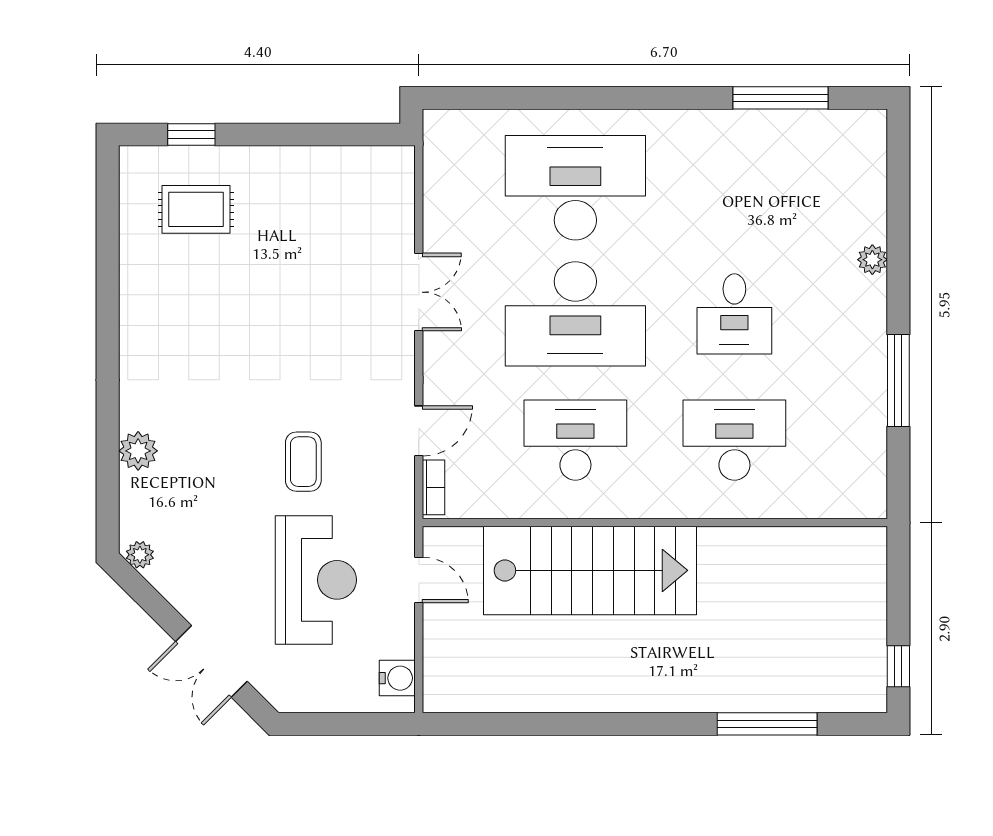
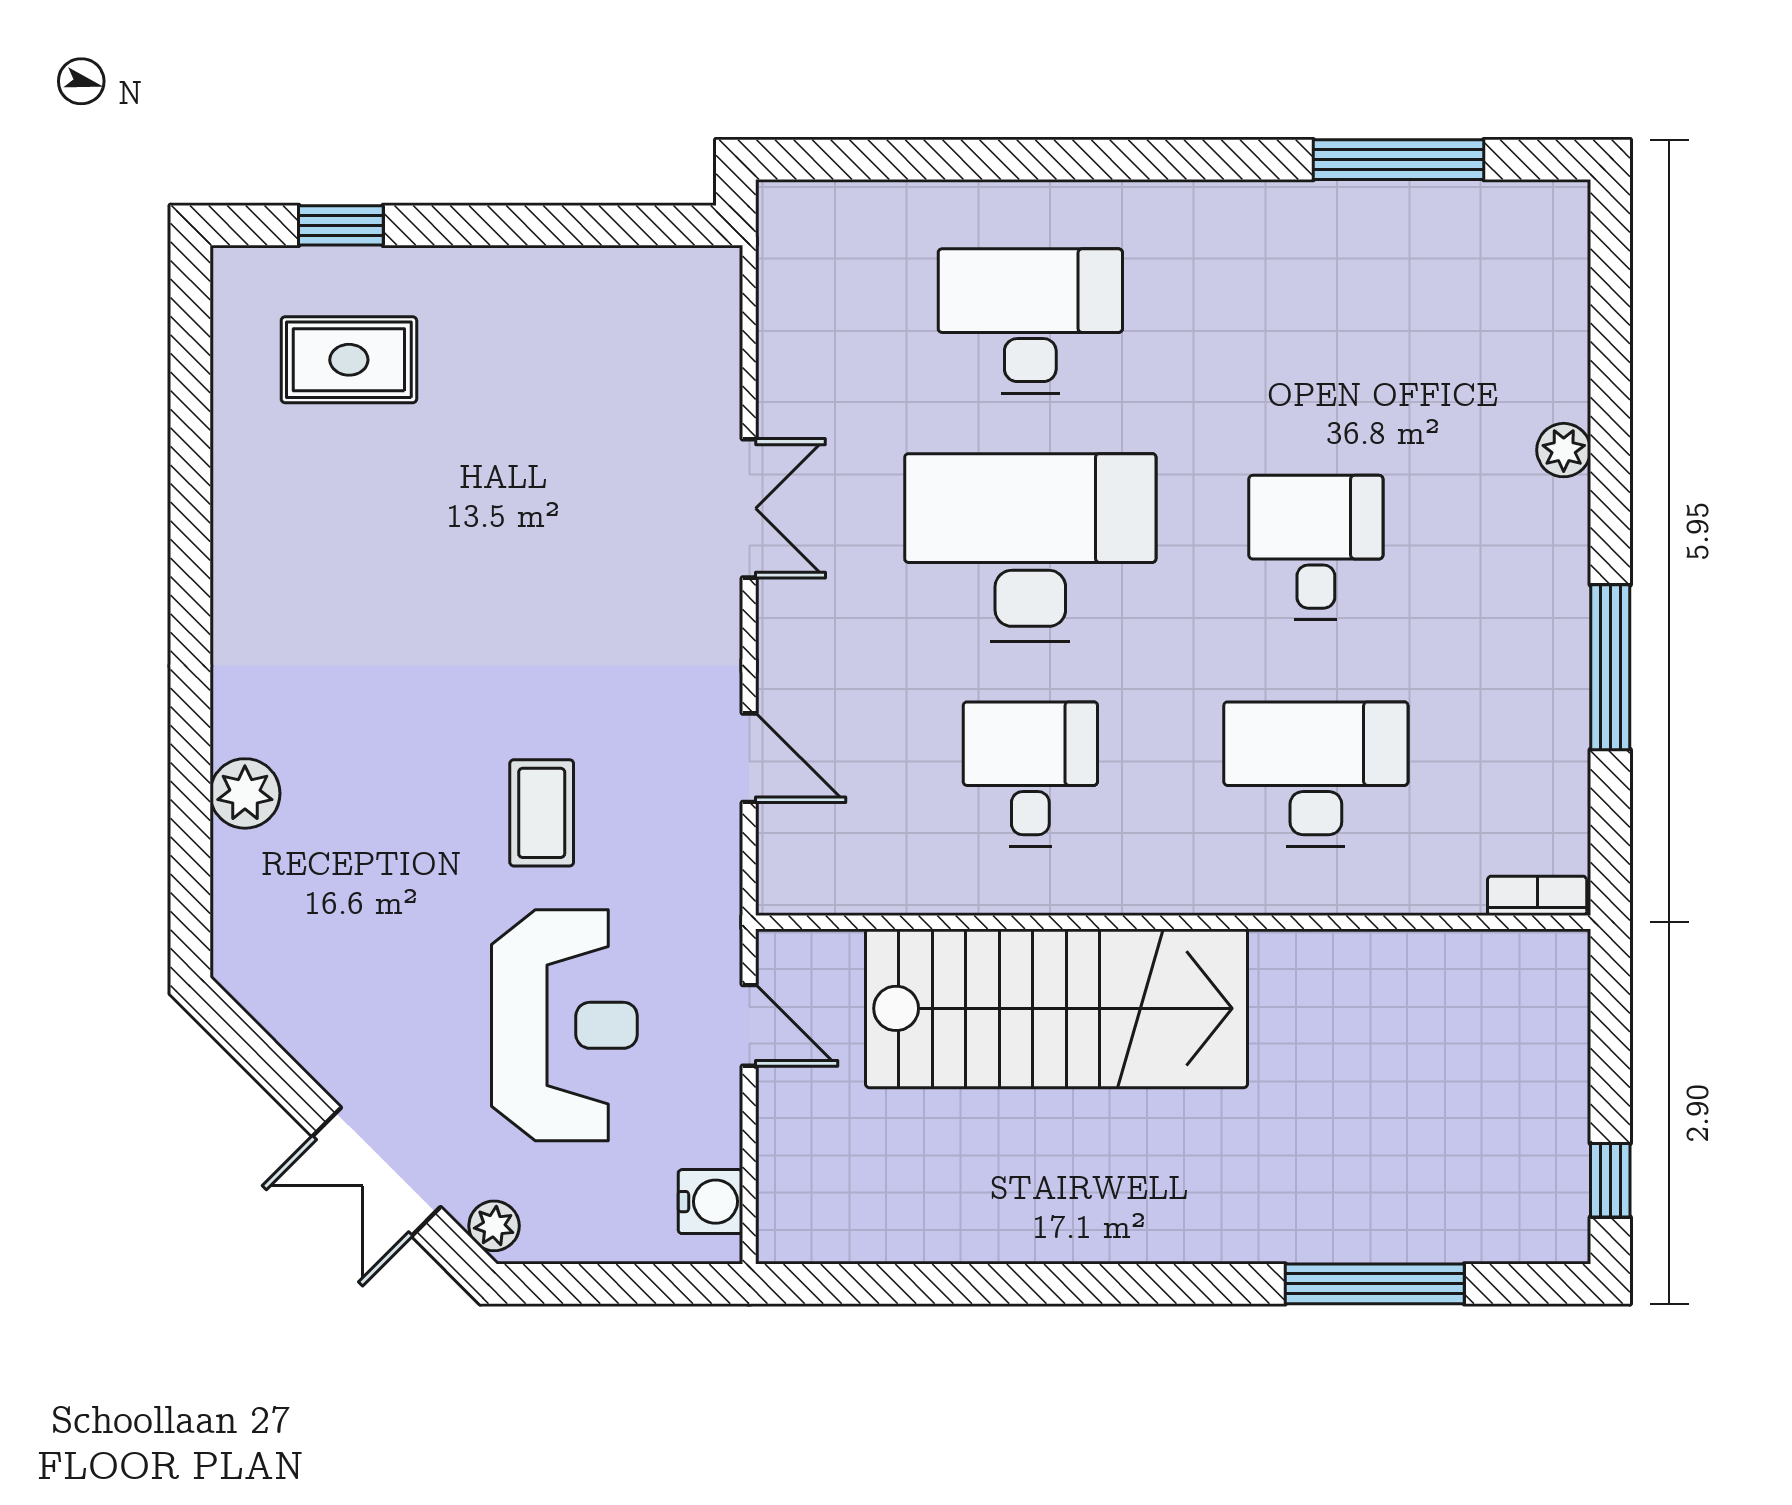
desk: (575, 188) -> (1030, 321), width x0.73, depth x0.77
desk: (575, 314) -> (1030, 548), turned 180
desk: (734, 314) -> (1316, 548), turned 180
door: (419, 431) -> (749, 758), hinge flipped
desk: (575, 440) -> (1030, 774), width x0.73
bookcase: (433, 487) -> (1537, 896), moved, turned -90
plant: (140, 555) -> (494, 1226), moved

